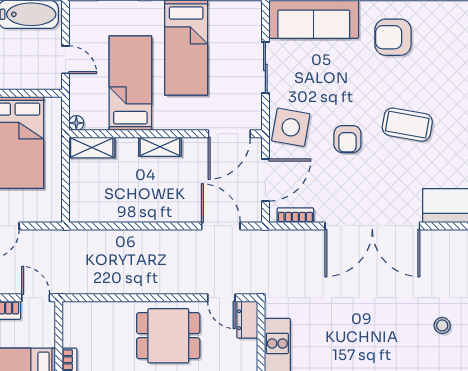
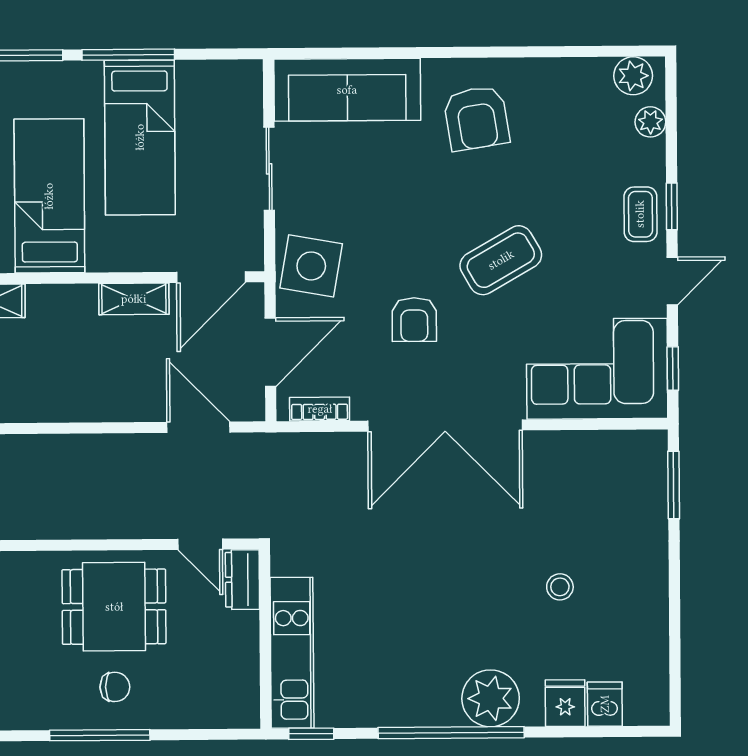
armchair: (393, 37) -> (477, 118), turned -99
coffee table: (407, 125) -> (501, 260), turned -40
armchair: (347, 139) -> (414, 320), moved
shelving: (160, 147) -> (134, 299), moved

